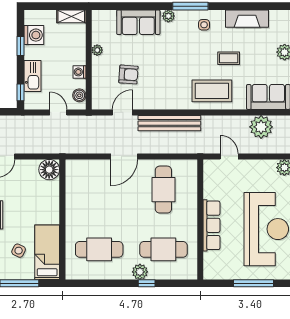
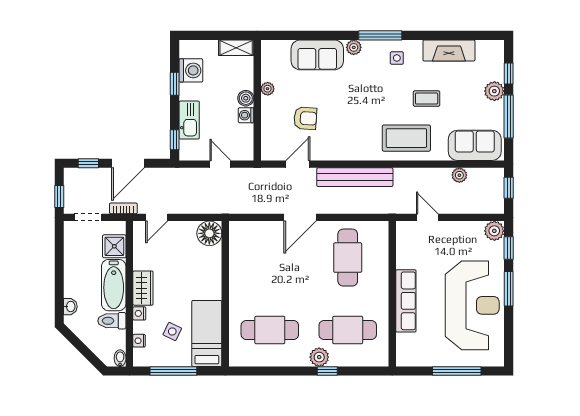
boiler: (79, 95) -> (246, 98), moved
plant: (261, 127) -> (459, 175), width x0.53, depth x0.53

